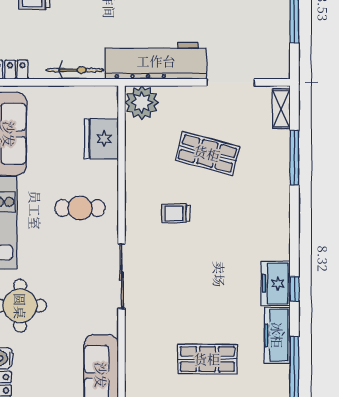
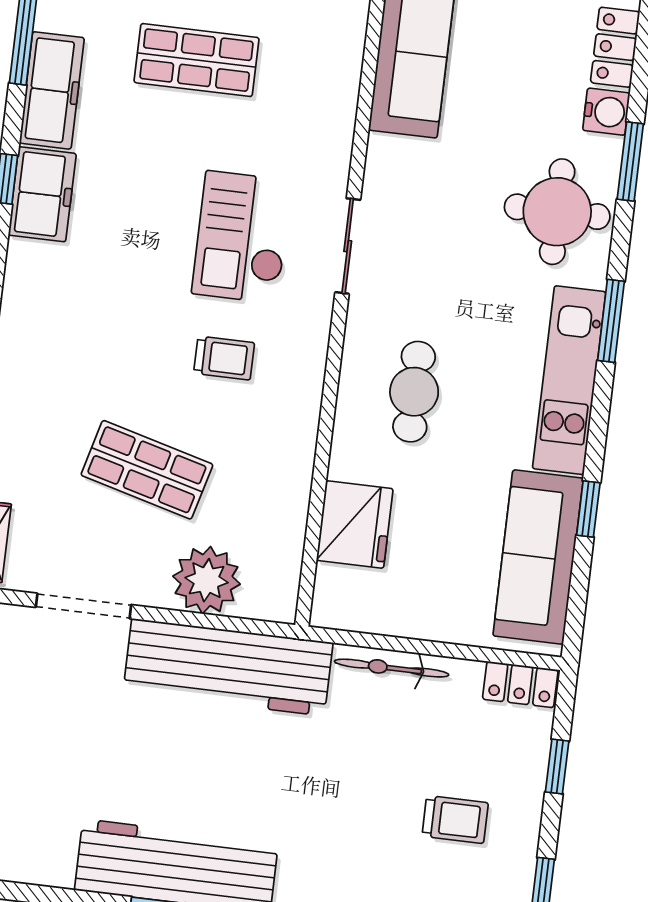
plant: (142, 102) -> (207, 580), moved
cafe table: (80, 208) -> (414, 392), turned 90
checkout: (174, 274) -> (242, 237), added
sliding door: (122, 276) -> (348, 246), width x0.73

